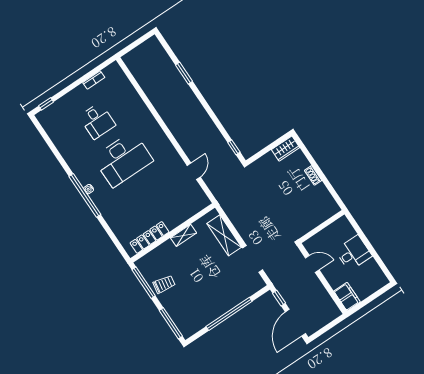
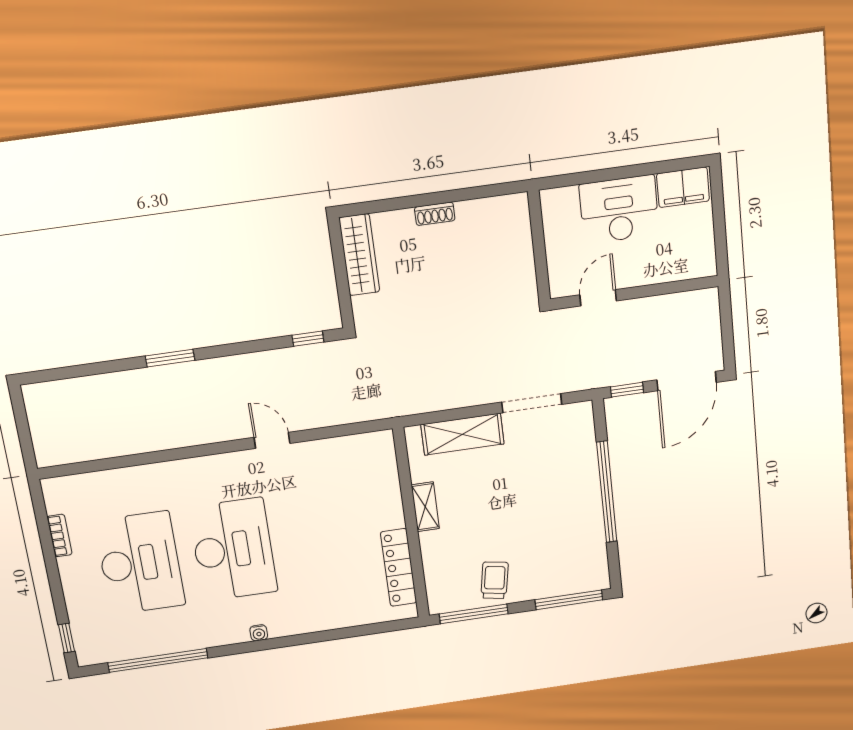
window: (184, 73) -> (170, 358), moved
desk: (97, 121) -> (140, 563), width x1.87, depth x1.30
wardrobe: (285, 149) -> (359, 255), width x1.50
door: (194, 171) -> (272, 440), moved
window: (85, 195) -> (158, 660), moved
desk: (353, 253) -> (619, 209), width x1.37
filing cabinet: (347, 297) -> (683, 187), moved, turned 180
door: (295, 323) -> (687, 381), hinge flipped

